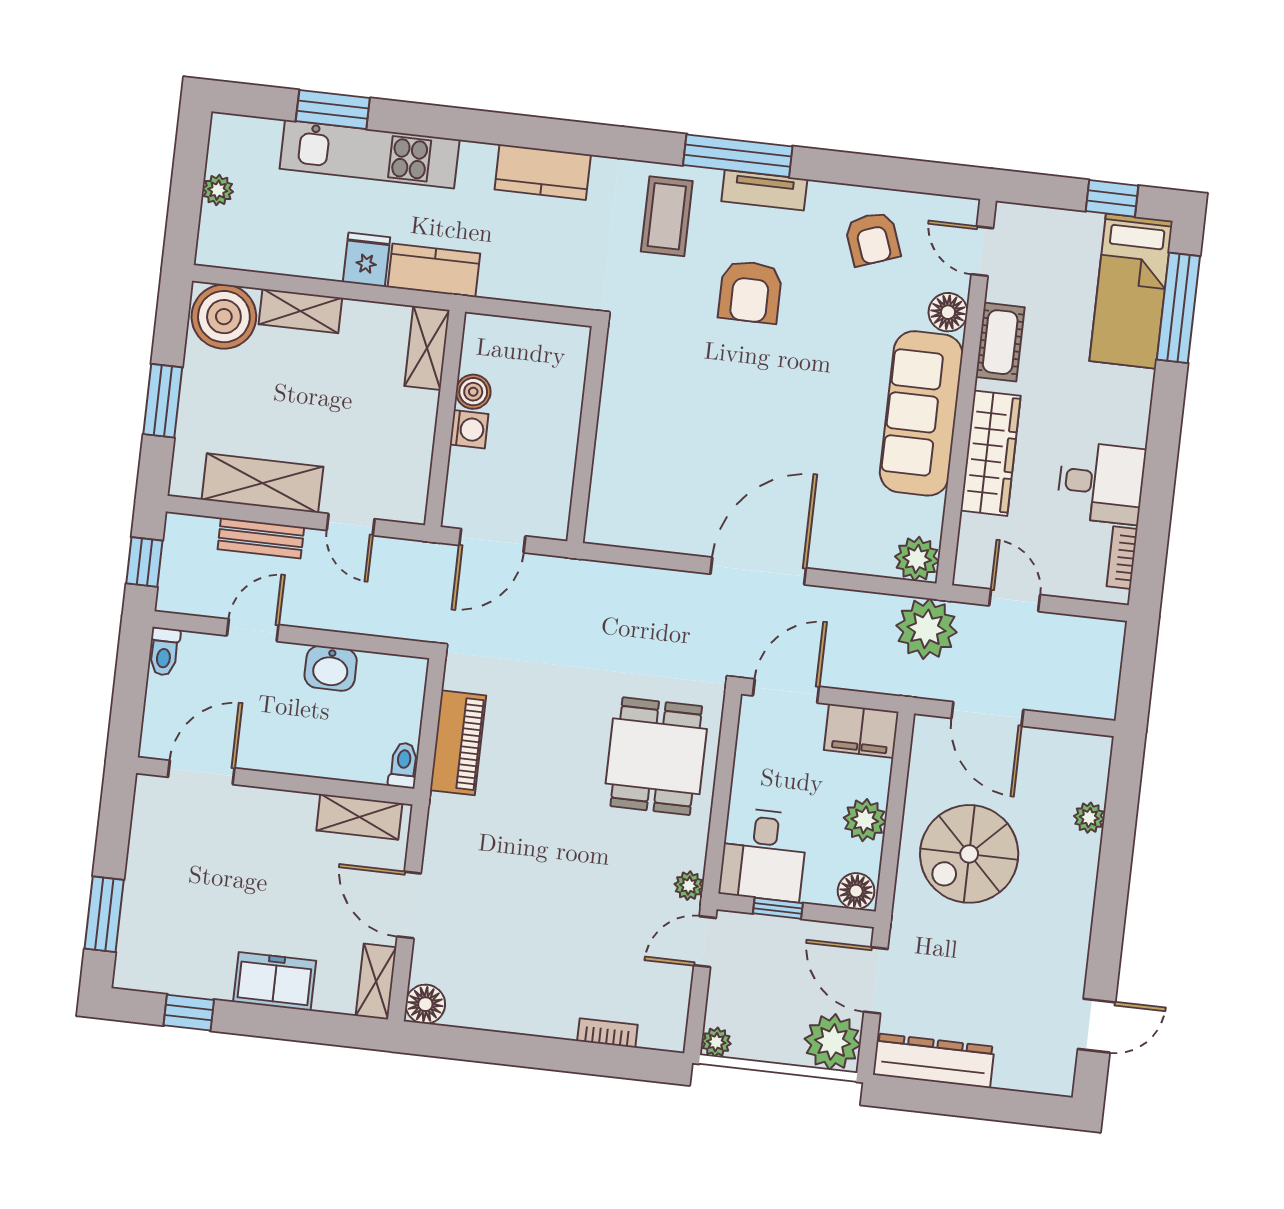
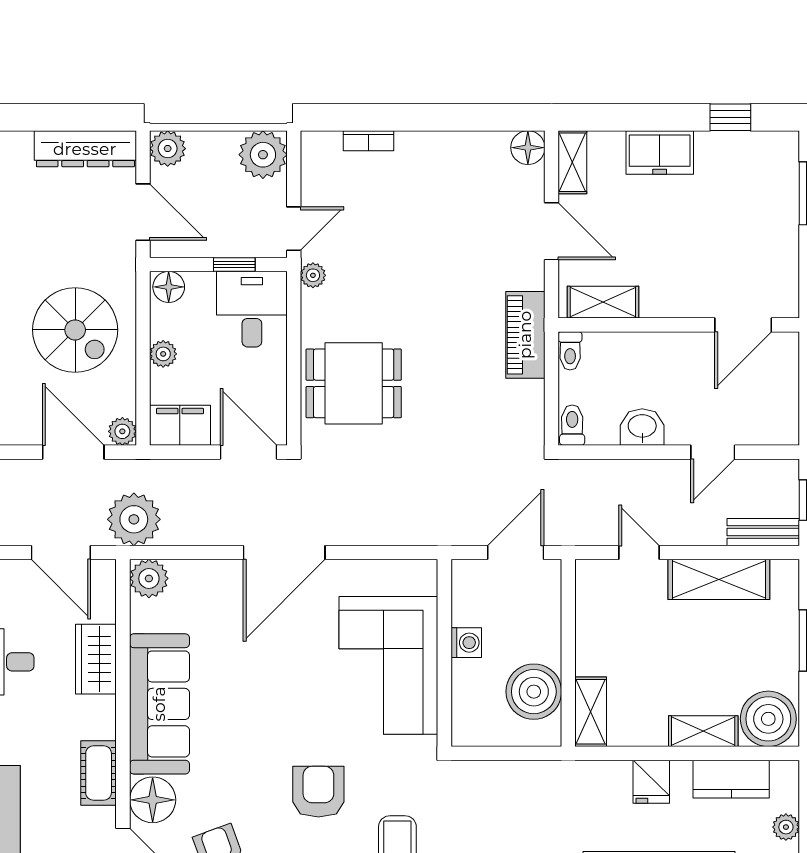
kitchen counter: (434, 270) -> (731, 779), moved
floor lamp: (948, 312) -> (153, 800), width x1.38, depth x1.38
boiler: (473, 392) -> (534, 692), width x1.86, depth x1.86
corner sofa: (653, 428) -> (388, 665), added
washing machine: (469, 429) -> (466, 643), moved, turned 180
wardrobe: (991, 453) -> (96, 659), width x0.67
bench: (261, 538) -> (763, 532), moved
door: (1015, 600) -> (61, 553), width x1.38
toilet: (164, 652) -> (572, 425), moved
door: (786, 691) -> (249, 452), swing flipped
plant: (928, 731) -> (122, 431), added
piano: (458, 743) -> (525, 335), moved
dining table: (656, 756) -> (354, 383), turned 90
plant: (865, 820) -> (163, 354), width x0.73, depth x0.73
spiral stairs: (969, 854) -> (75, 330), turned 90
plant: (716, 1042) -> (263, 155), width x1.88, depth x1.88
plant: (833, 1042) -> (168, 149), width x0.73, depth x0.73

